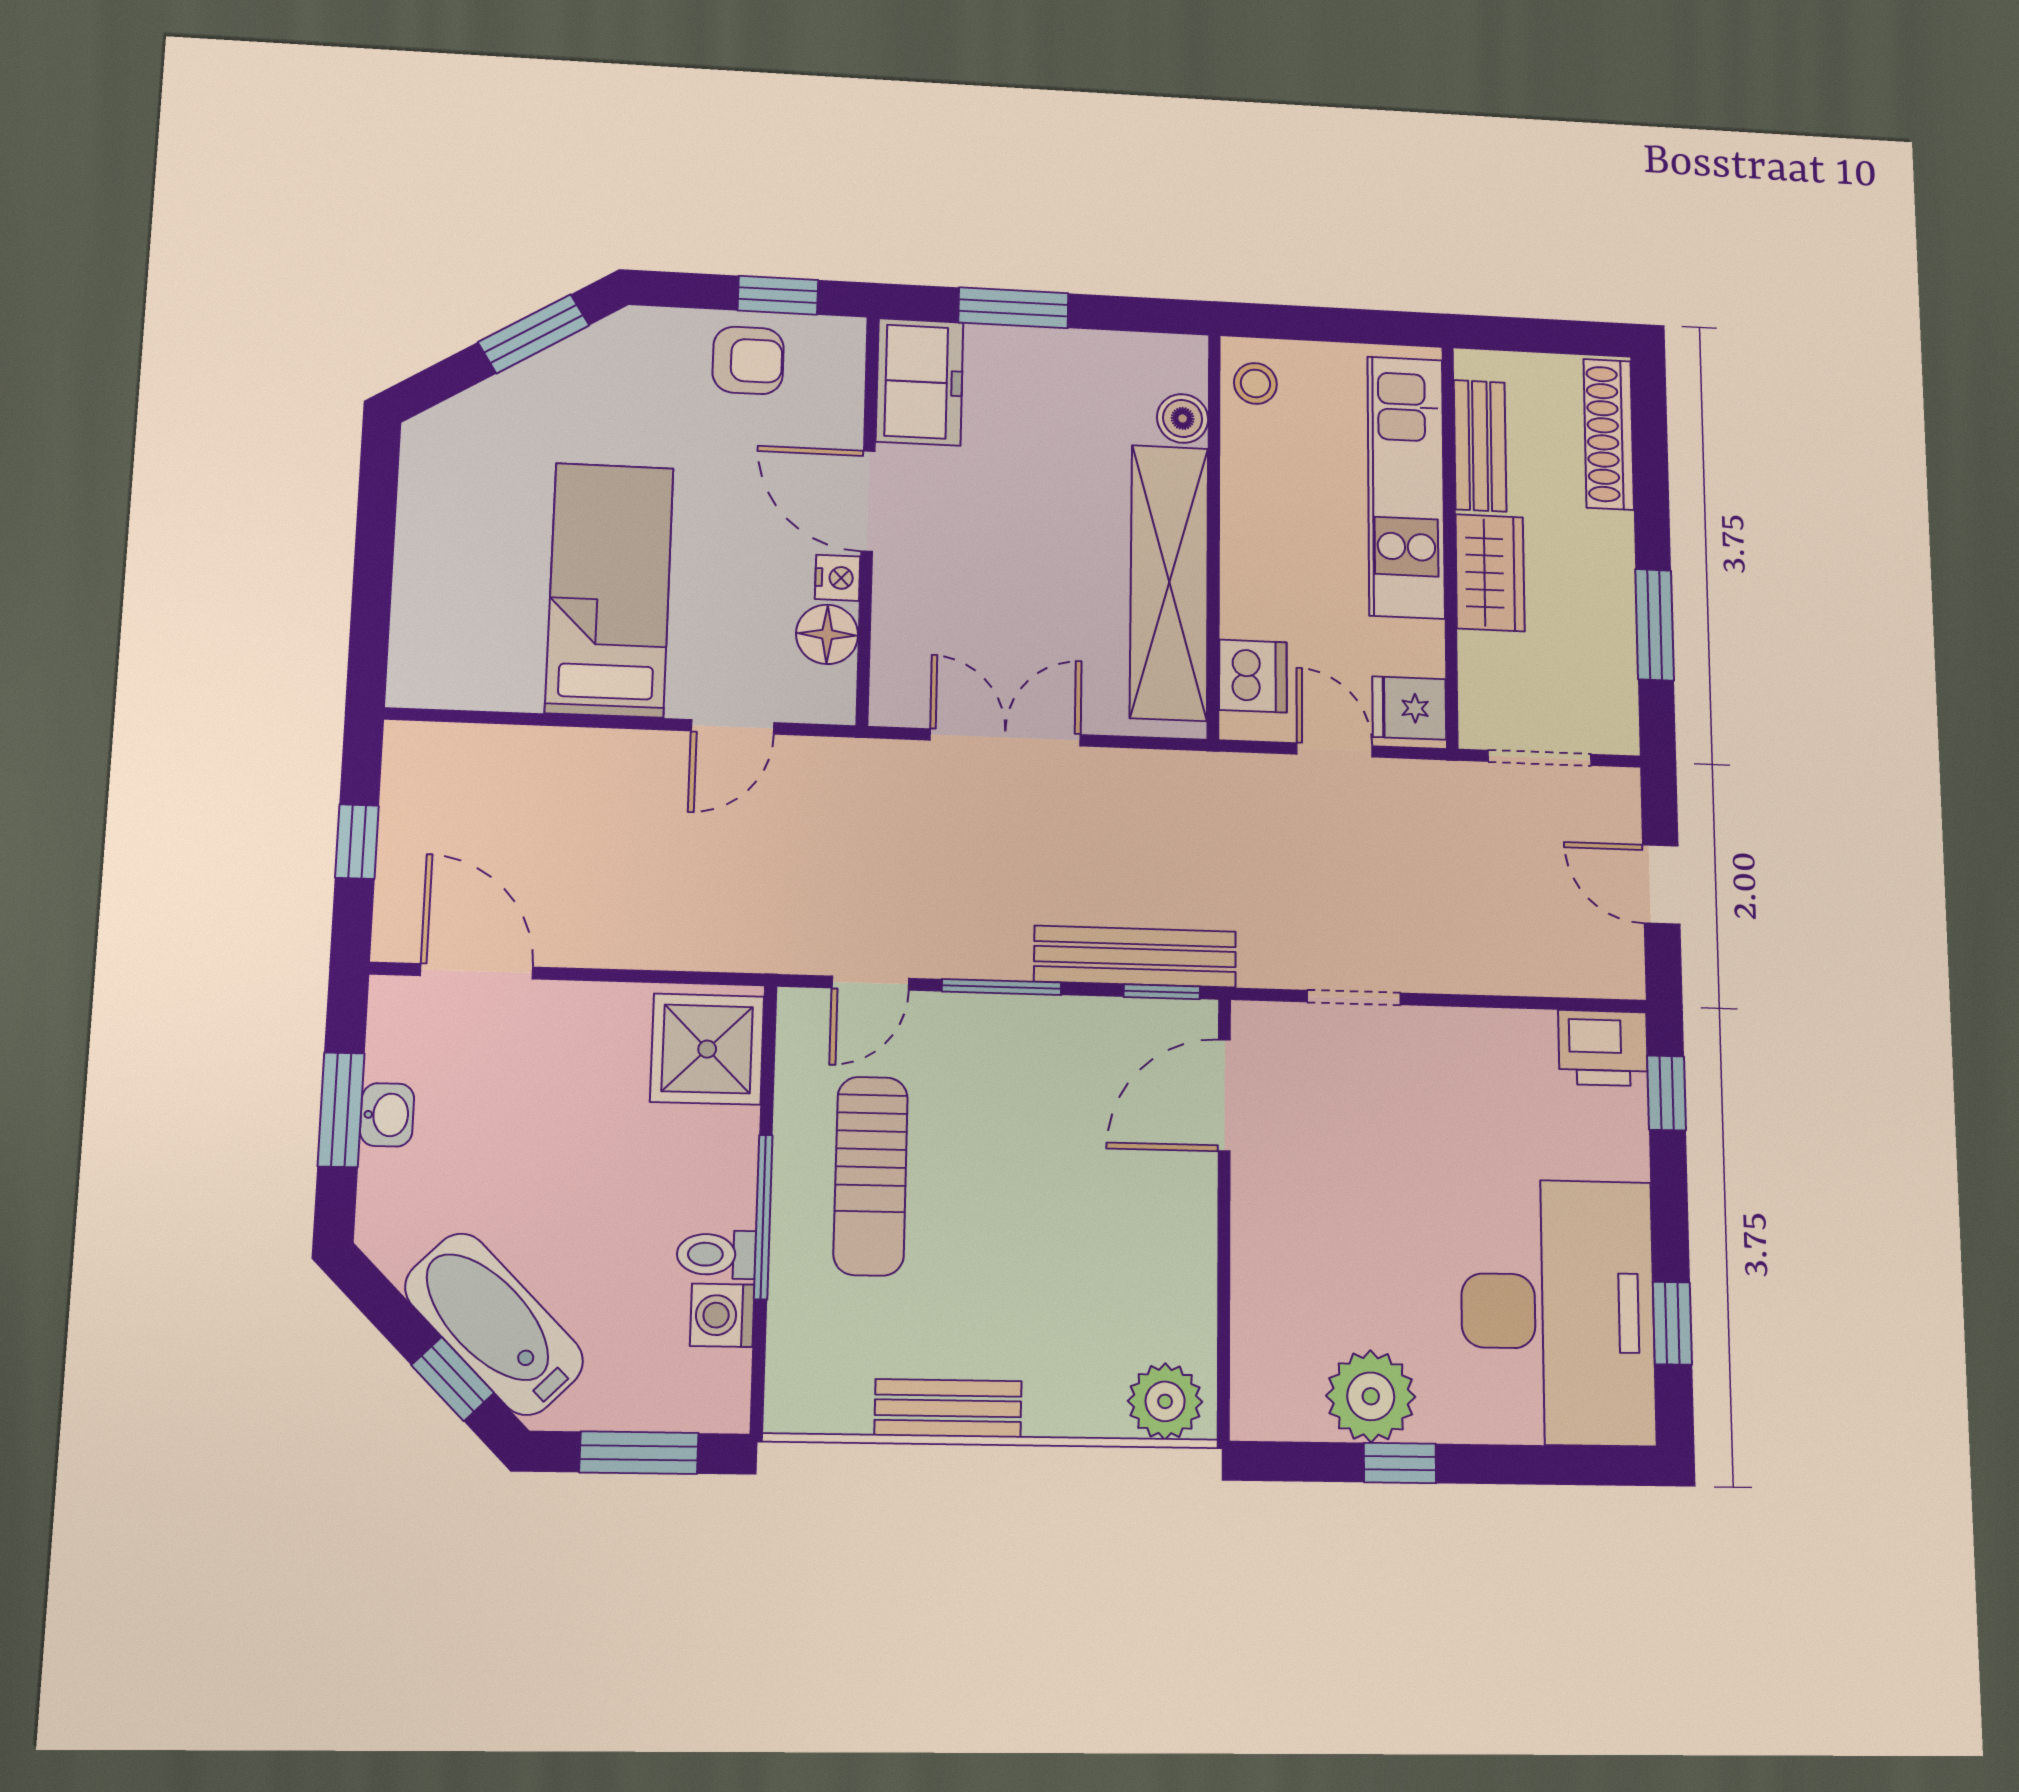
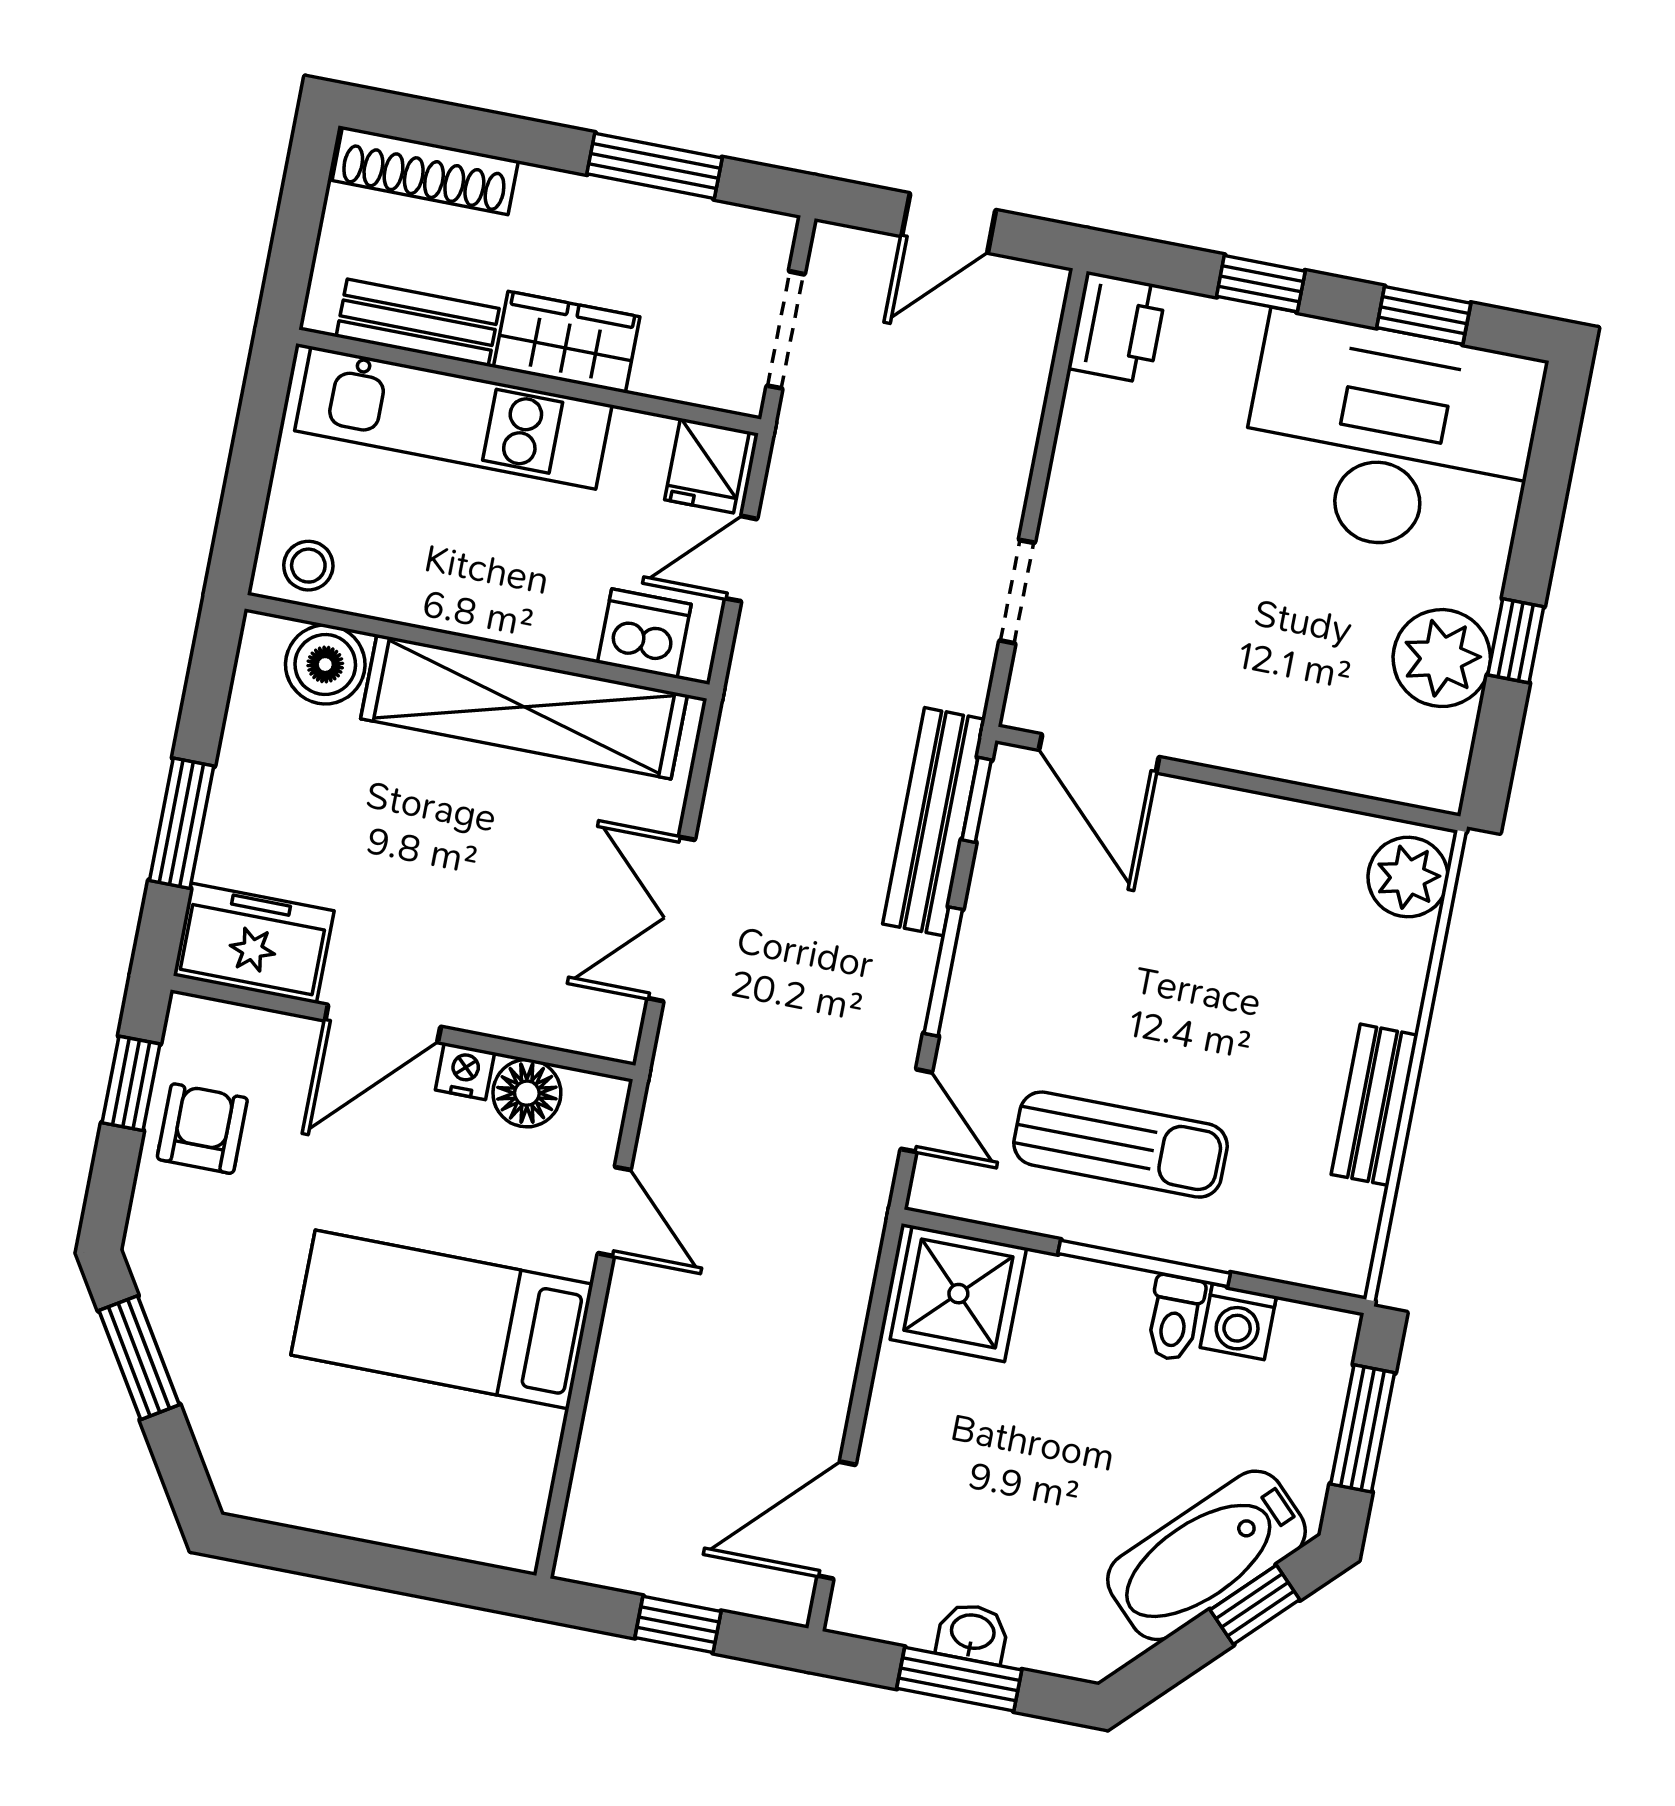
boiler: (1183, 418) -> (325, 664), width x1.36, depth x1.36
window: (1667, 1093) -> (1261, 284), moved

